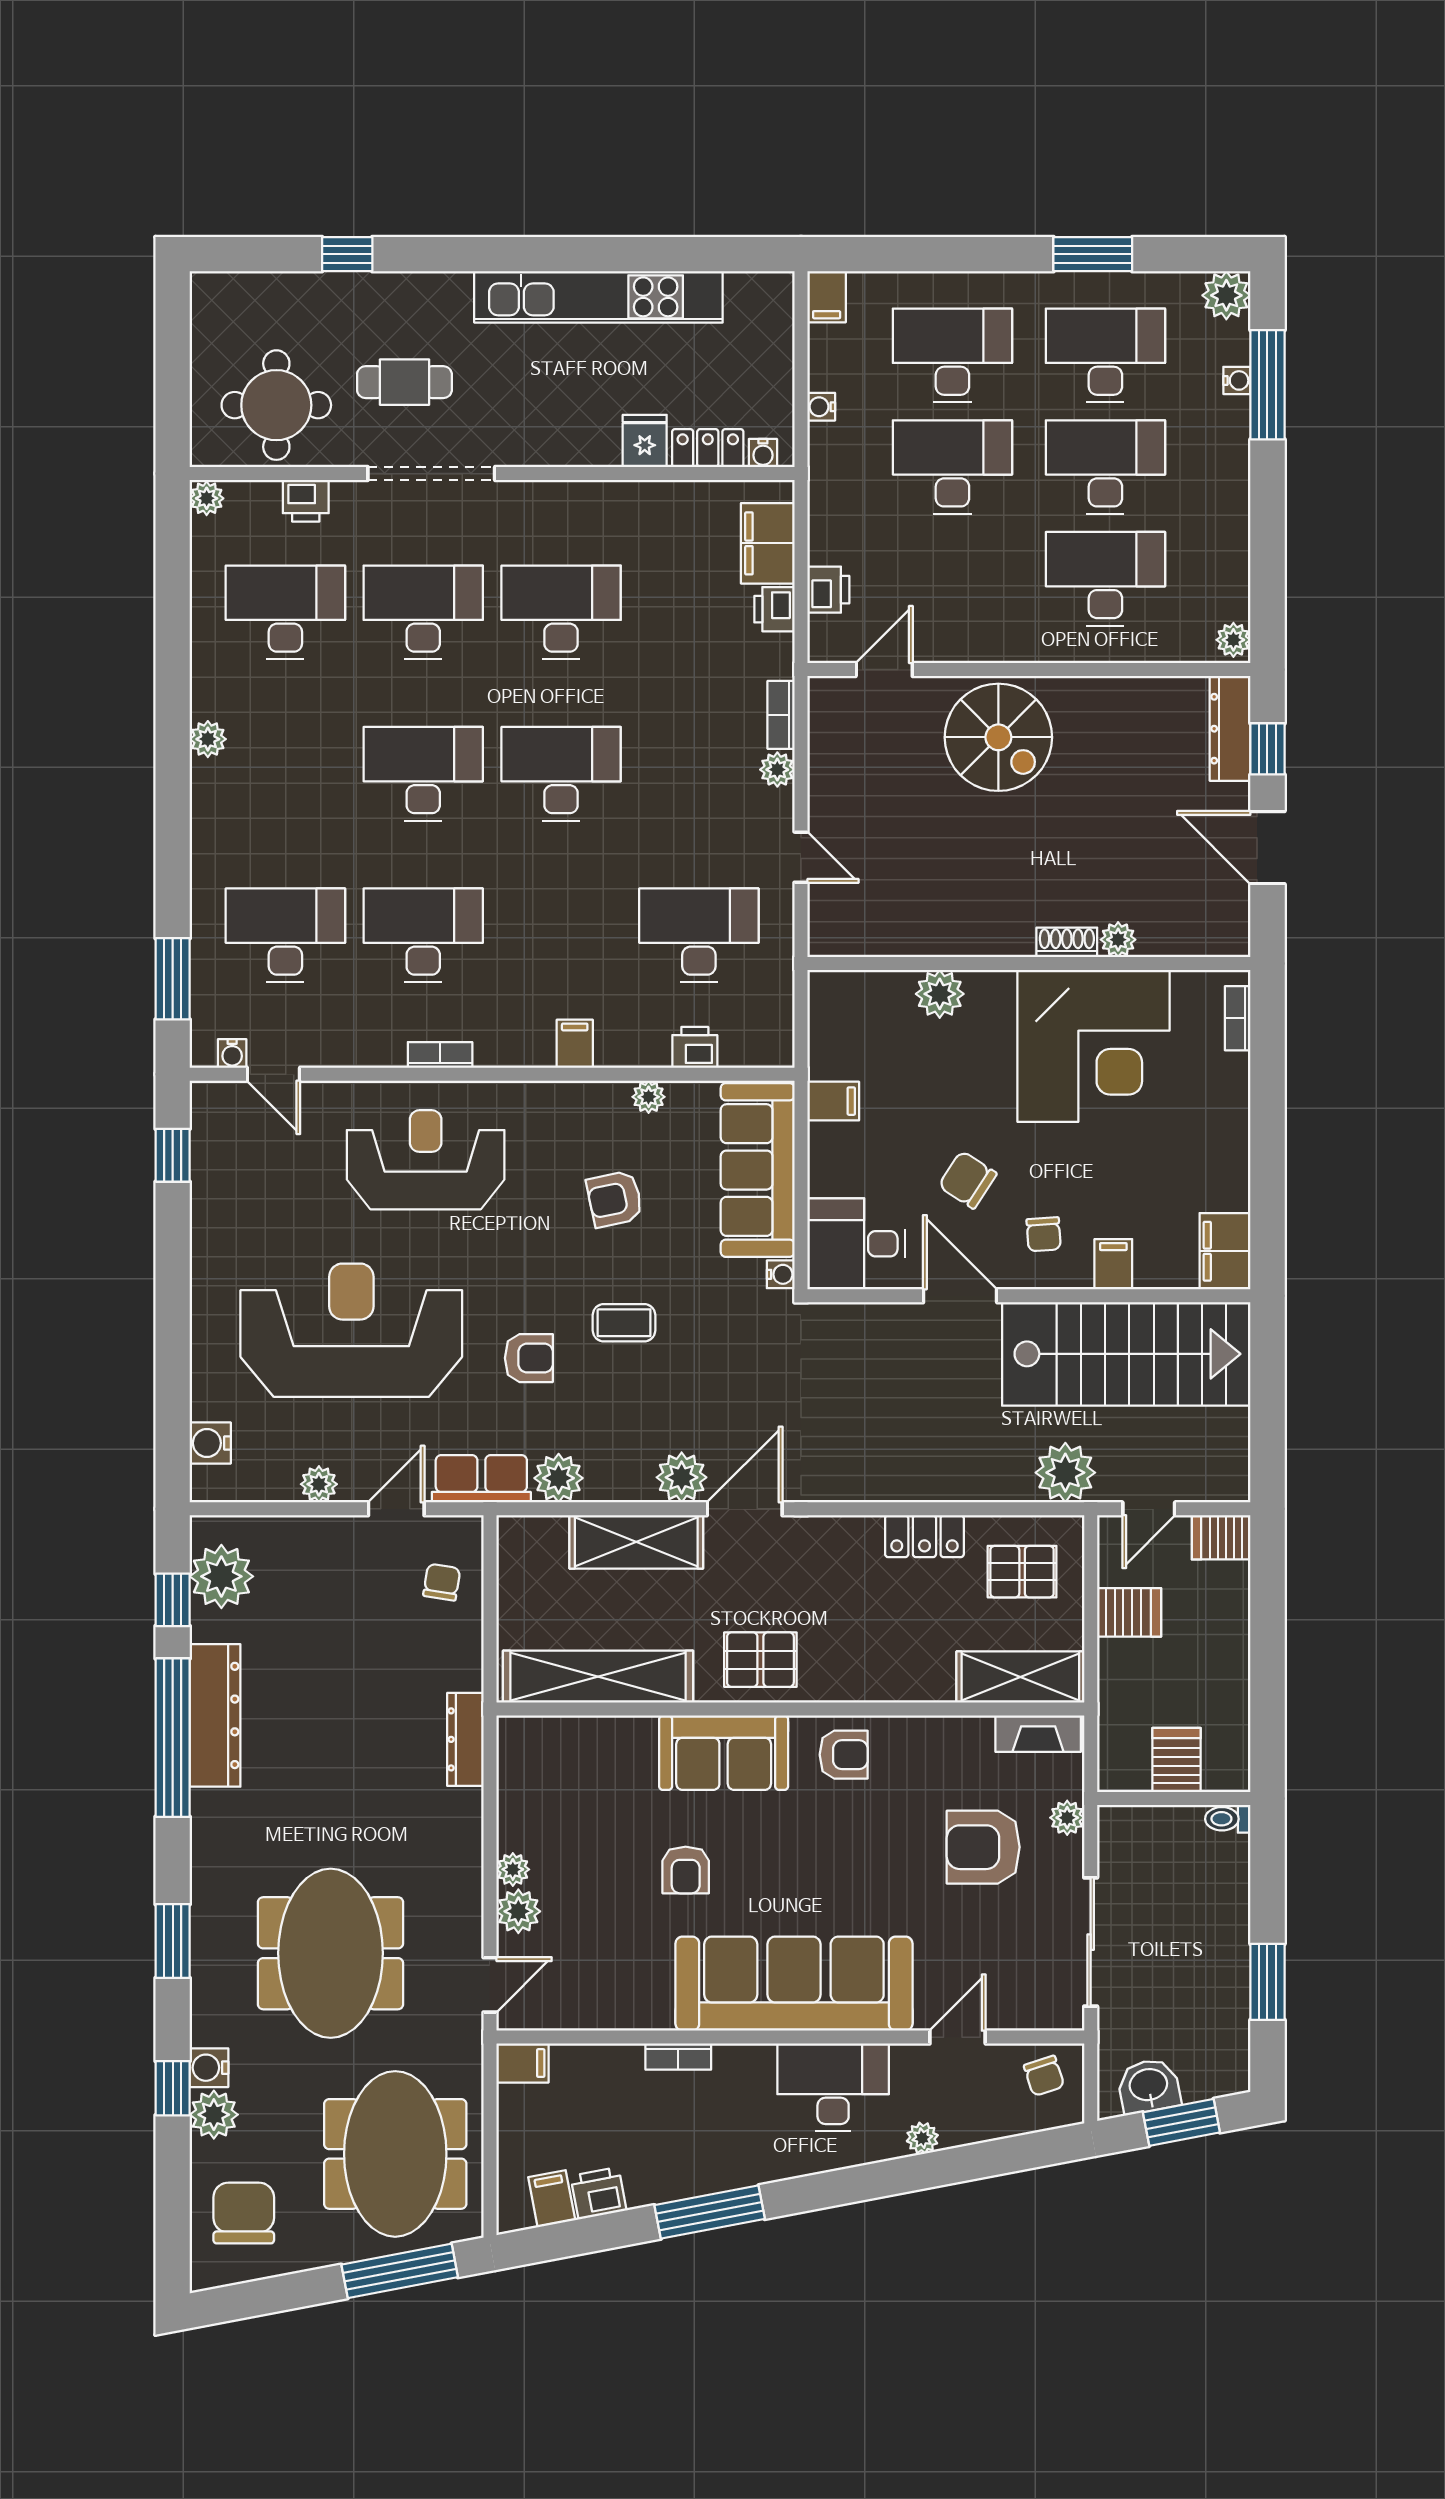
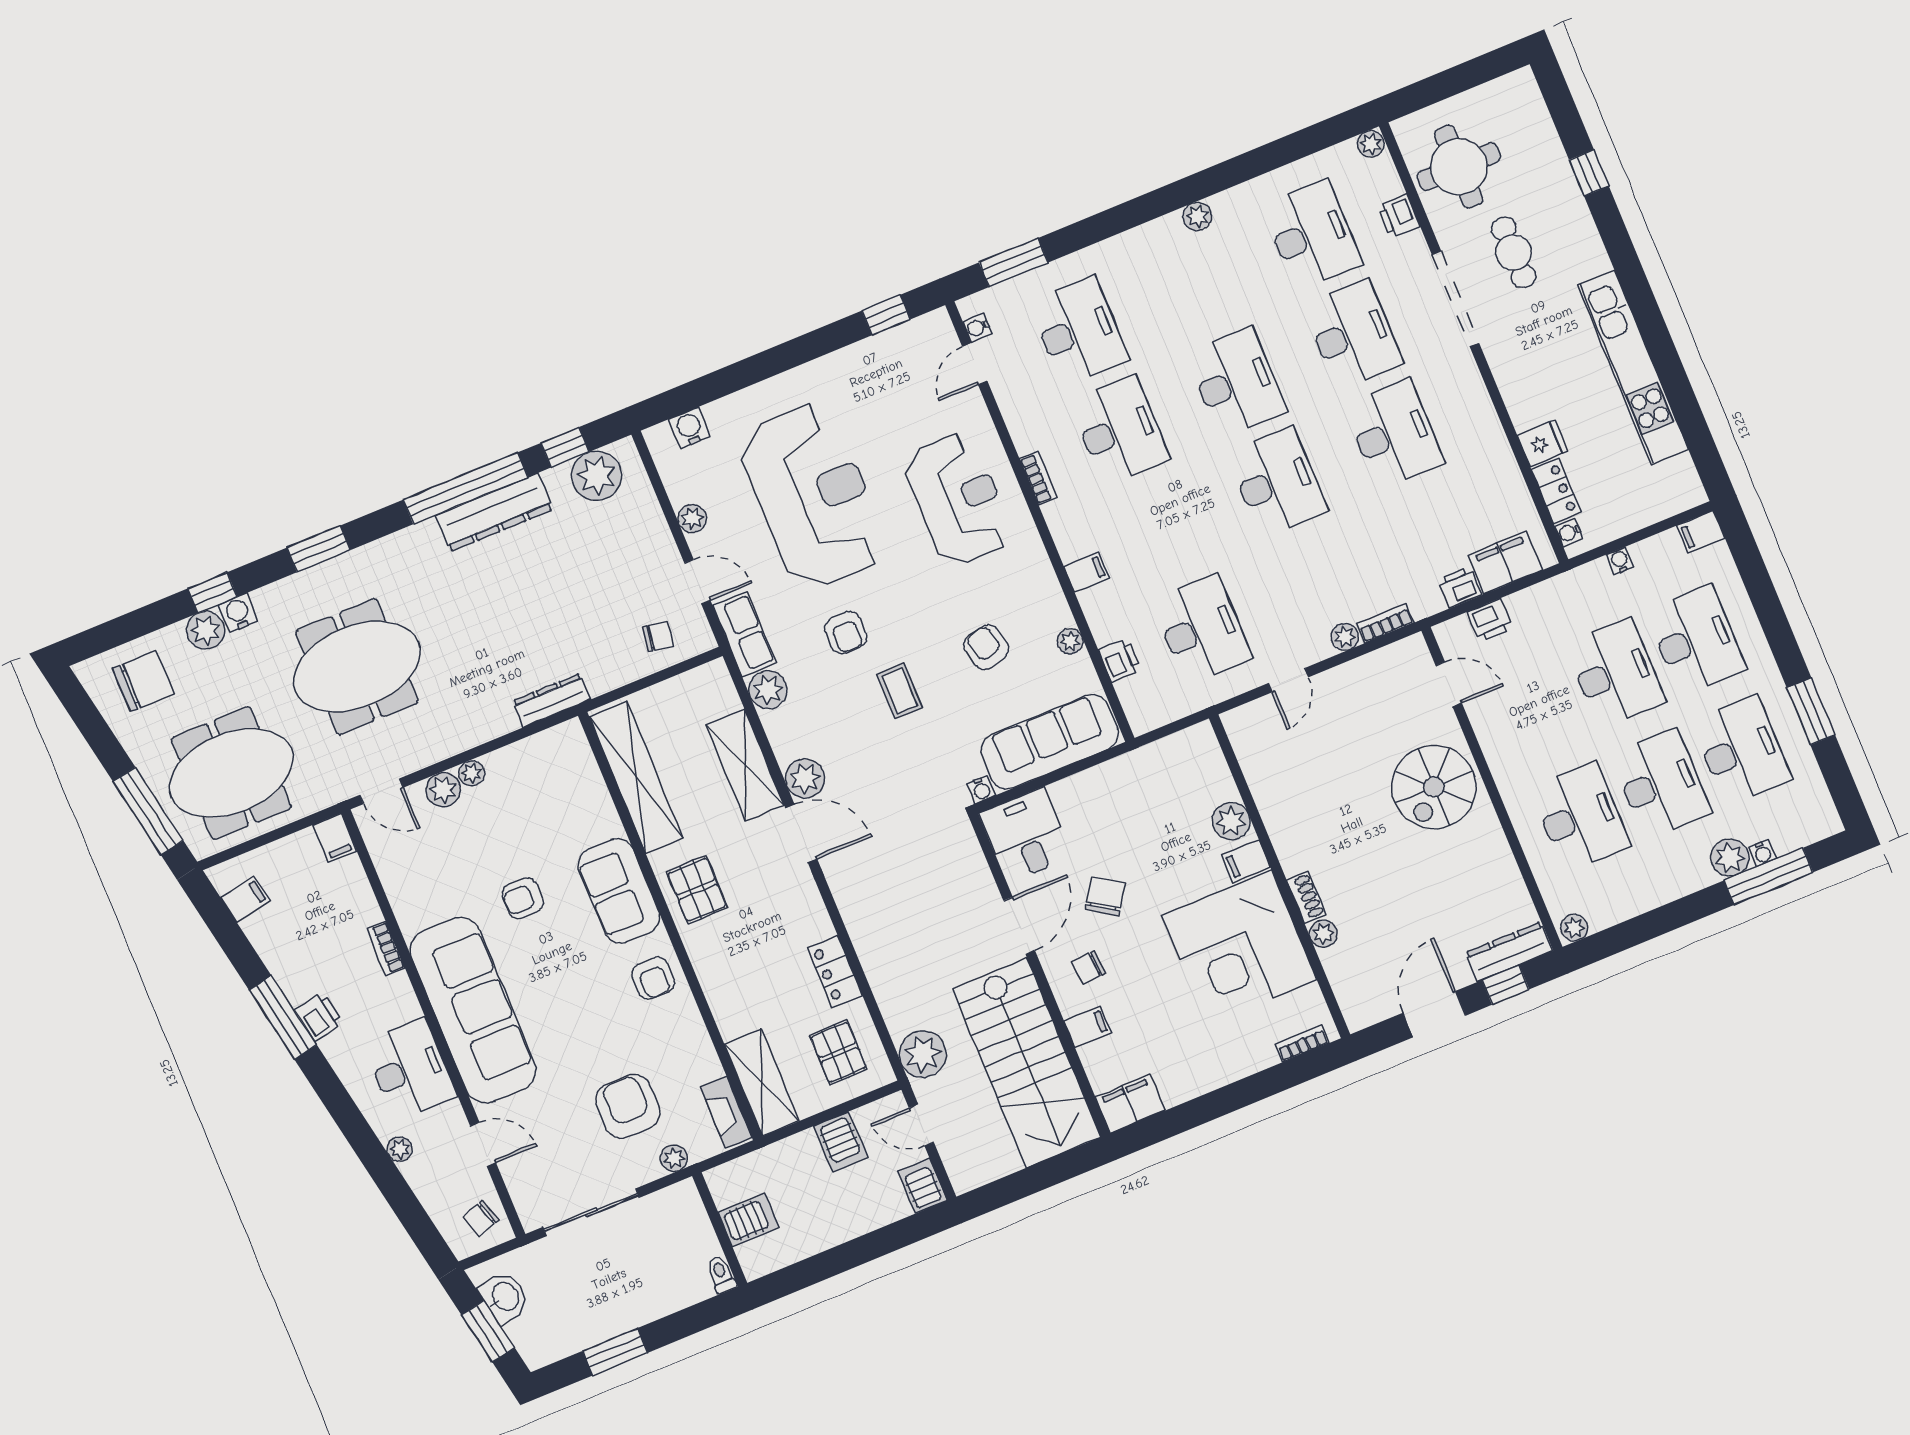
plant: (1226, 295) -> (1730, 858), moved
filing cabinet: (833, 1101) -> (1246, 861), moved, turned 90
printer: (599, 2193) -> (319, 1016), moved

